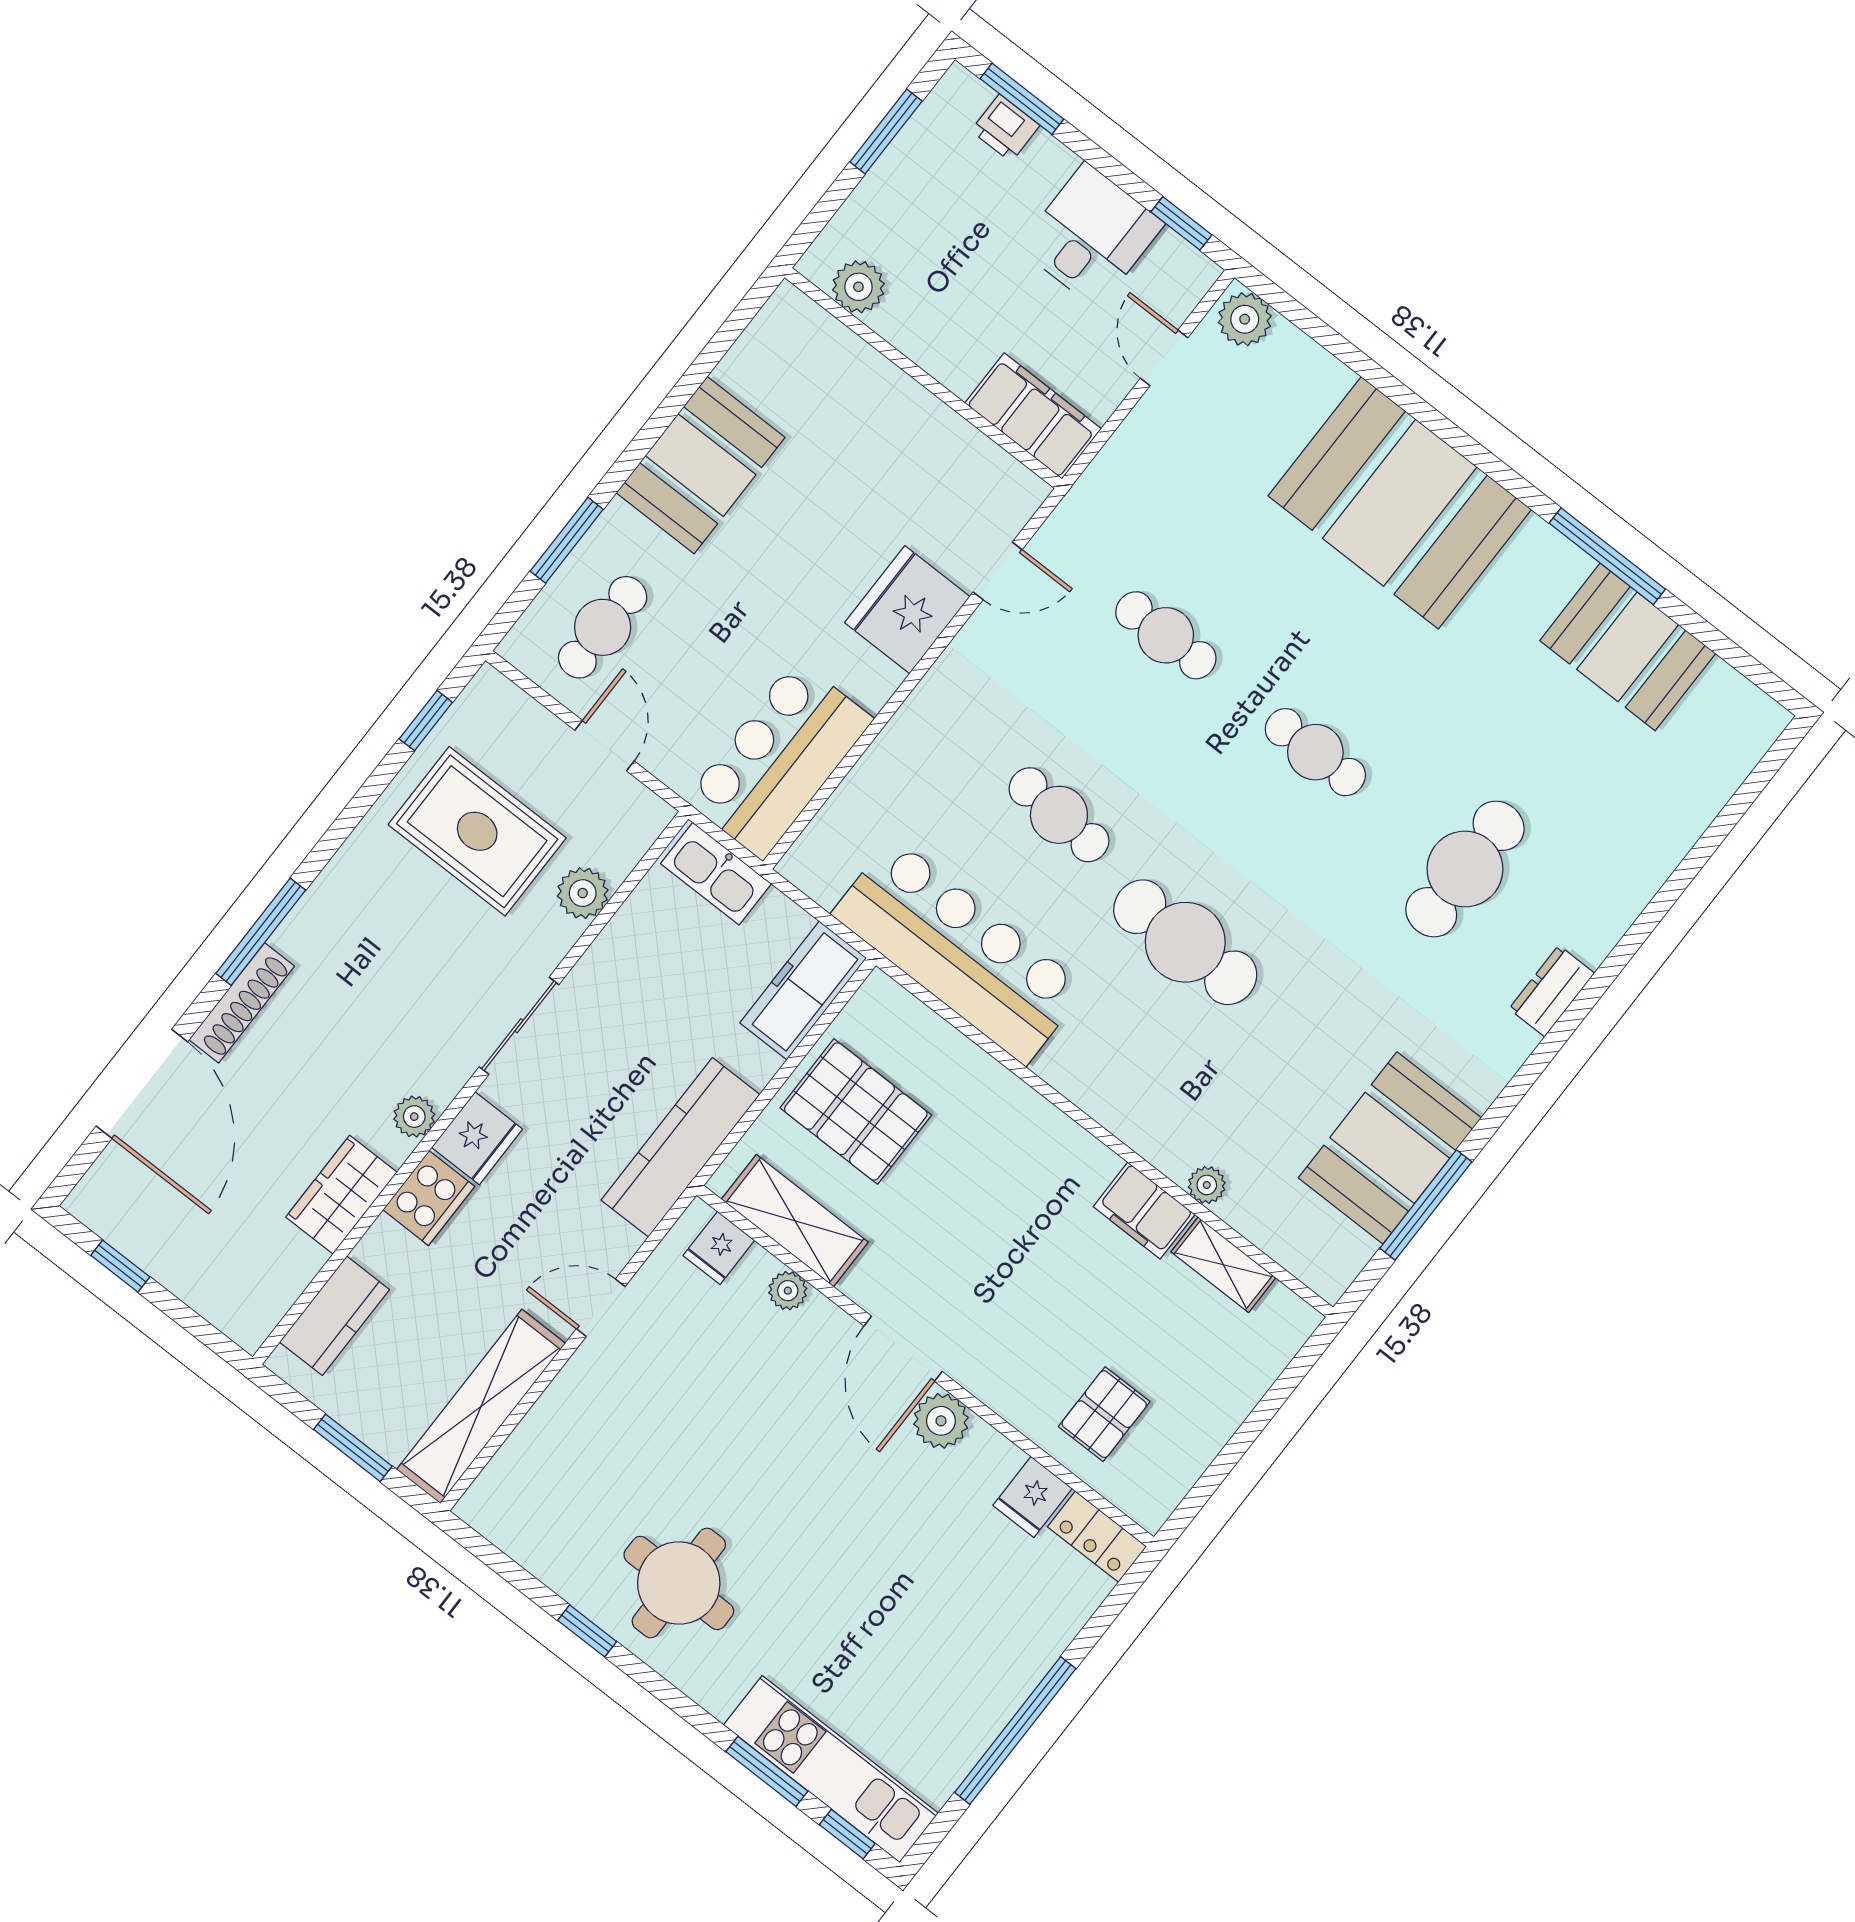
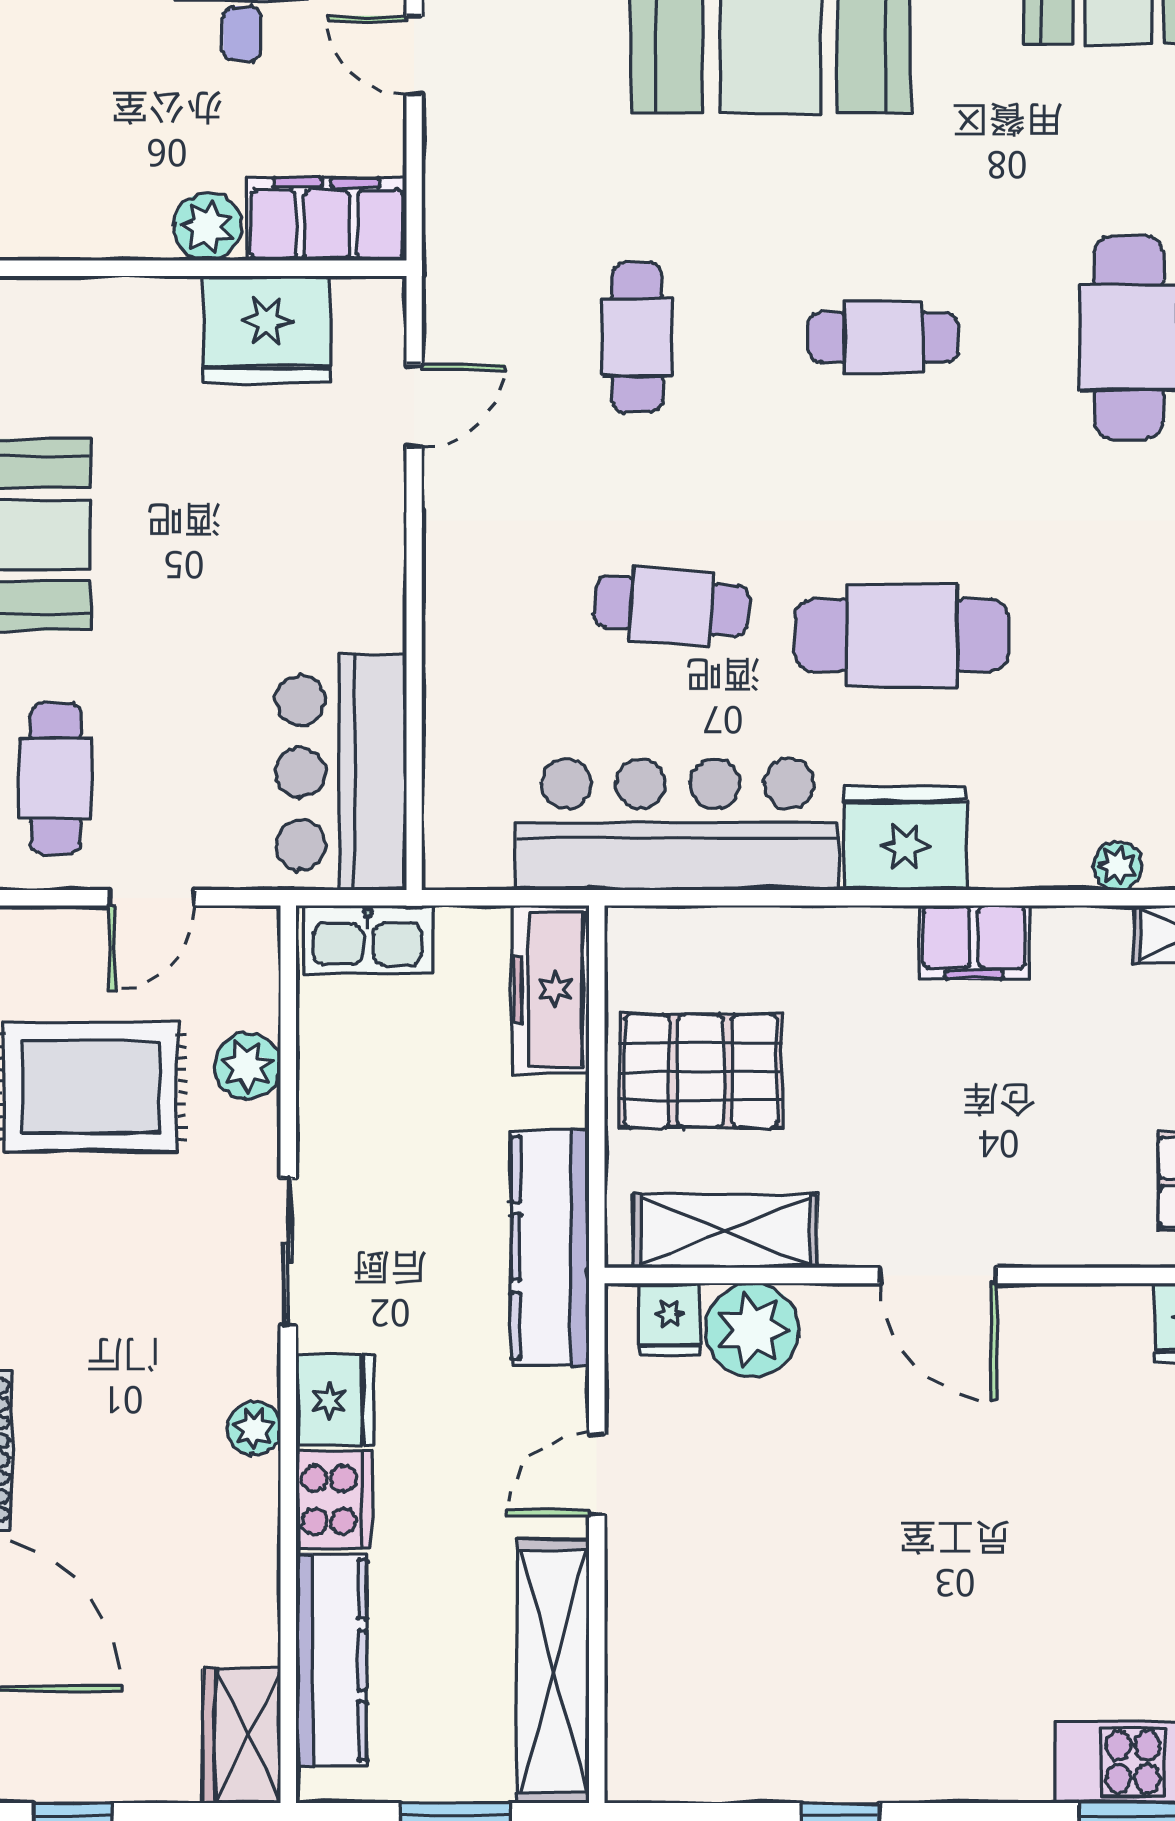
plant: (858, 287) -> (208, 227), moved
fridge: (907, 610) -> (266, 330), moved, turned -90
cafe table: (1166, 635) -> (637, 337), turned 90
door: (605, 746) -> (152, 898), swing flipped
fridge: (1091, 1067) -> (905, 838), added
wardrobe: (341, 1195) -> (242, 1736), moved
filing cabinet: (1144, 1211) -> (974, 942), moved
plant: (788, 1291) -> (752, 1330), width x1.88, depth x1.88
kitchen counter: (334, 1316) -> (331, 1660), width x1.50
plant: (941, 1421) -> (1034, 1319), removed
round table: (679, 1583) -> (896, 1694), removed

